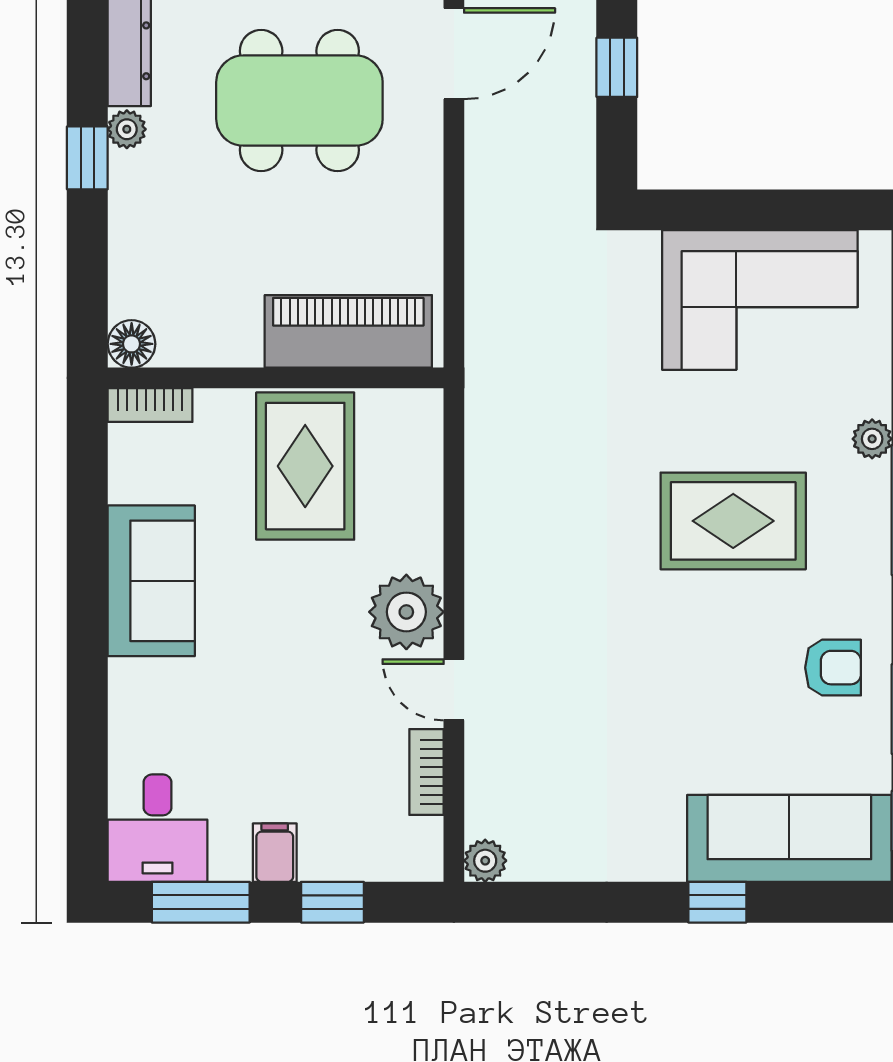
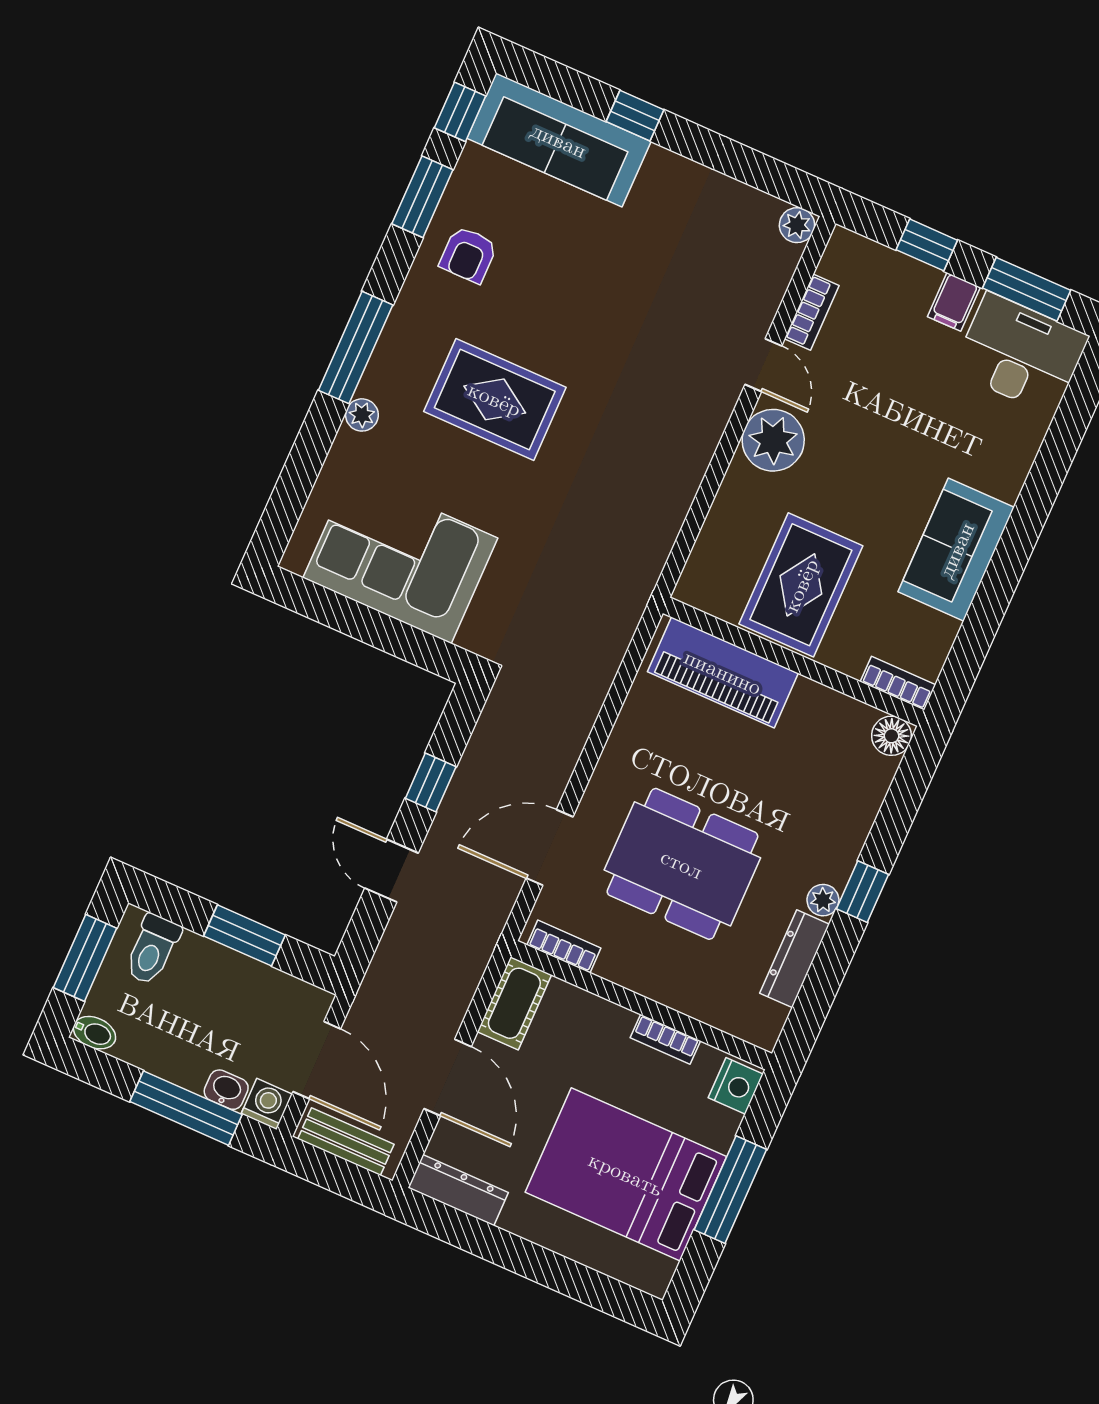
armchair: (833, 668) -> (468, 255), turned -90
desk: (157, 828) -> (1020, 354), width x1.37

